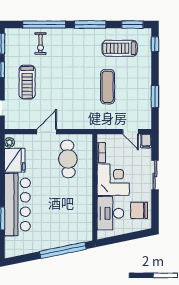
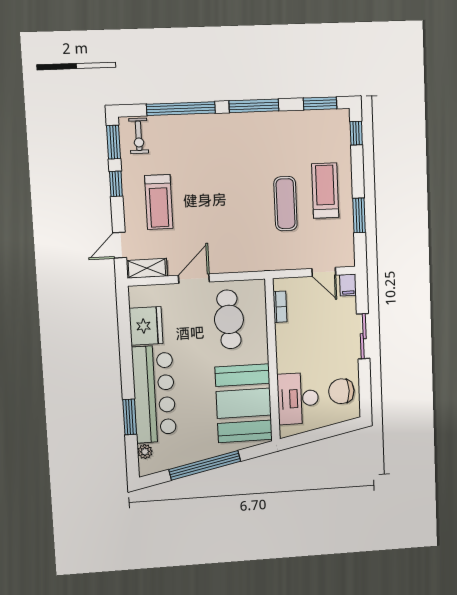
exercise bike: (40, 44) -> (139, 136), moved
treadmill: (120, 48) -> (325, 191), moved, turned 90
shelving: (17, 124) -> (147, 268), added
plant: (9, 142) -> (145, 452), moved
corner desk: (113, 180) -> (300, 347), removed
booth: (75, 214) -> (244, 403), added
window: (63, 250) -> (205, 465), moved

